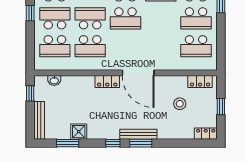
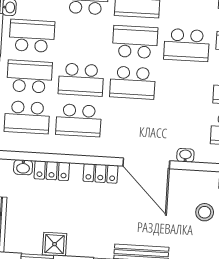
school desk: (90, 18) -> (81, 80), turned 180
washbasin: (164, 66) -> (185, 155), added
locker: (74, 82) -> (52, 171), added

